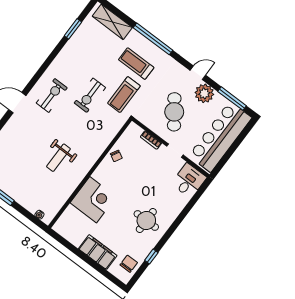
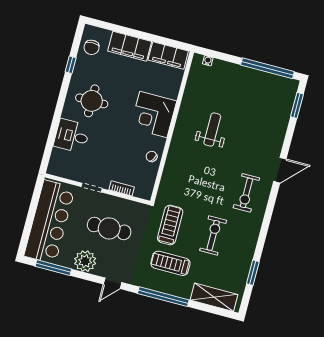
treadmill: (136, 64) -> (170, 263), turned 180
door: (198, 73) -> (113, 283), moved
exercise bike: (90, 95) -> (213, 235), moved
cafe table: (174, 112) -> (109, 228), turned -54
desk: (189, 181) -> (72, 136), moved, turned 90
corner desk: (93, 200) -> (153, 114), moved
filing cabinet: (70, 232) -> (168, 56), added

